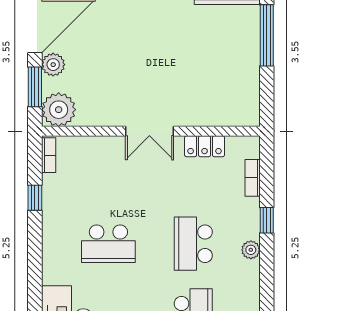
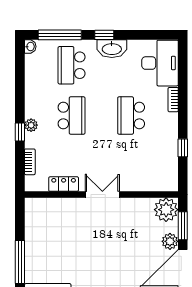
bookcase: (49, 155) -> (173, 100), moved
school desk: (108, 244) -> (131, 116), turned -90
plant: (251, 250) -> (31, 125), moved

